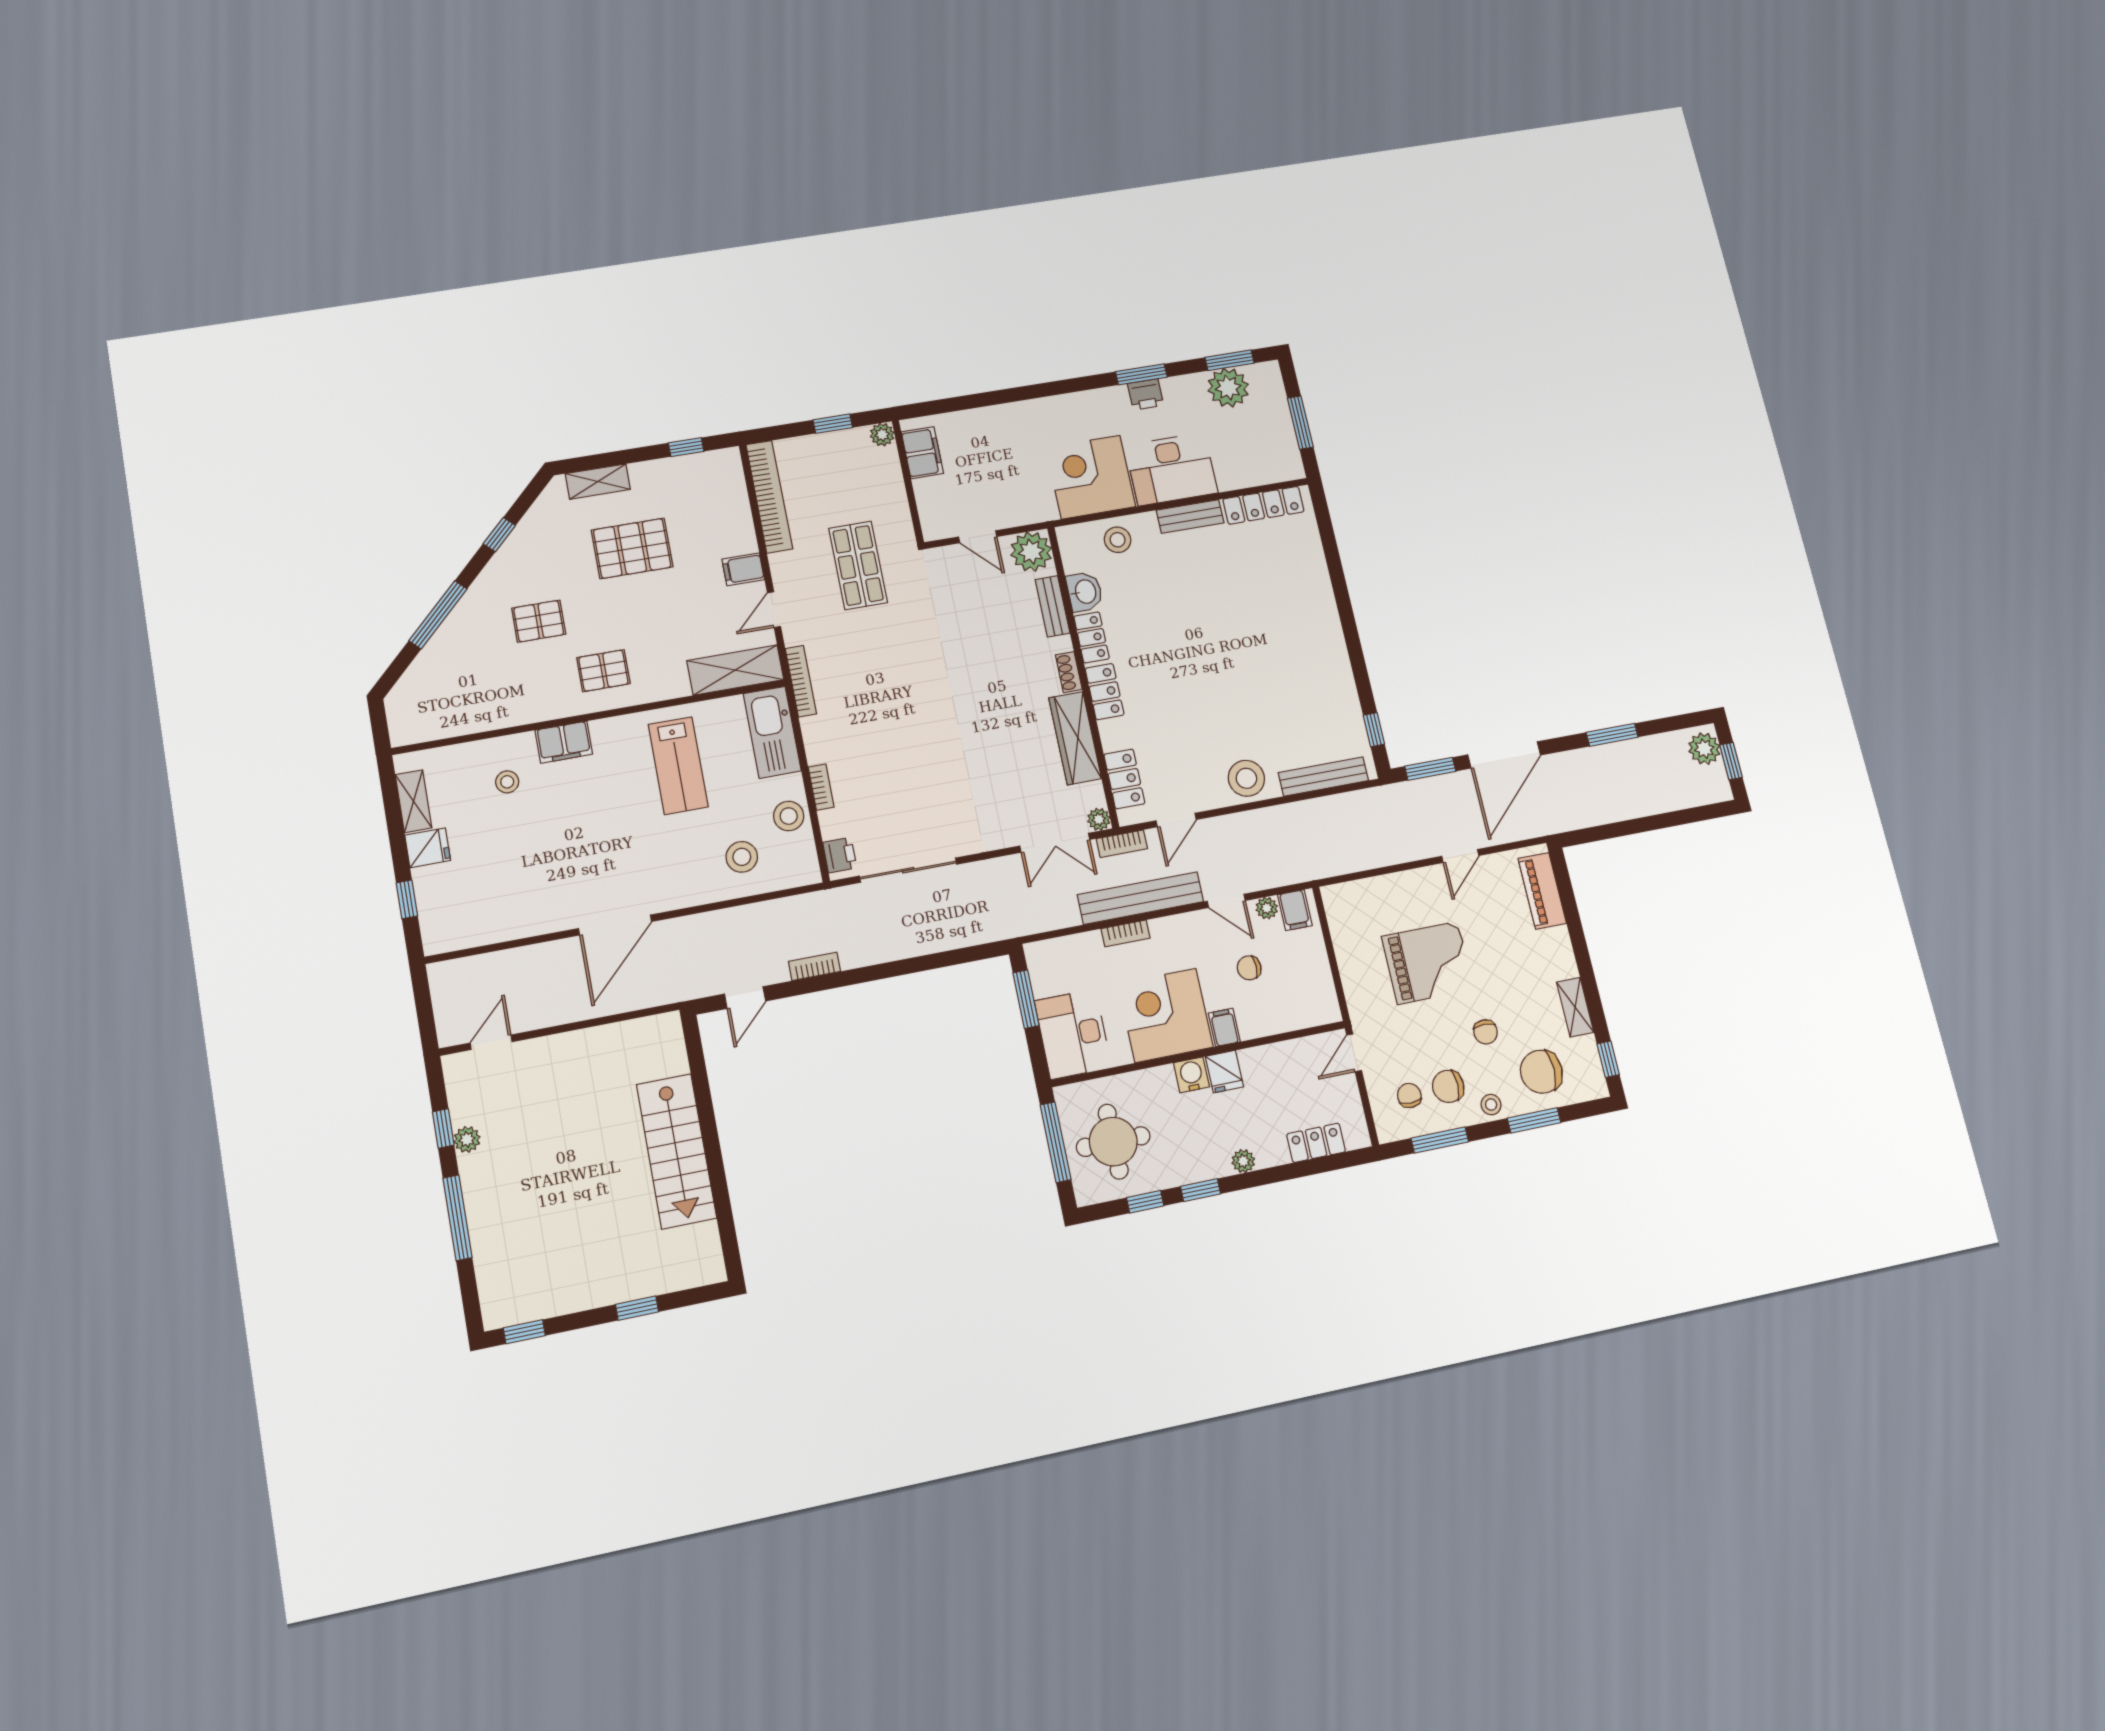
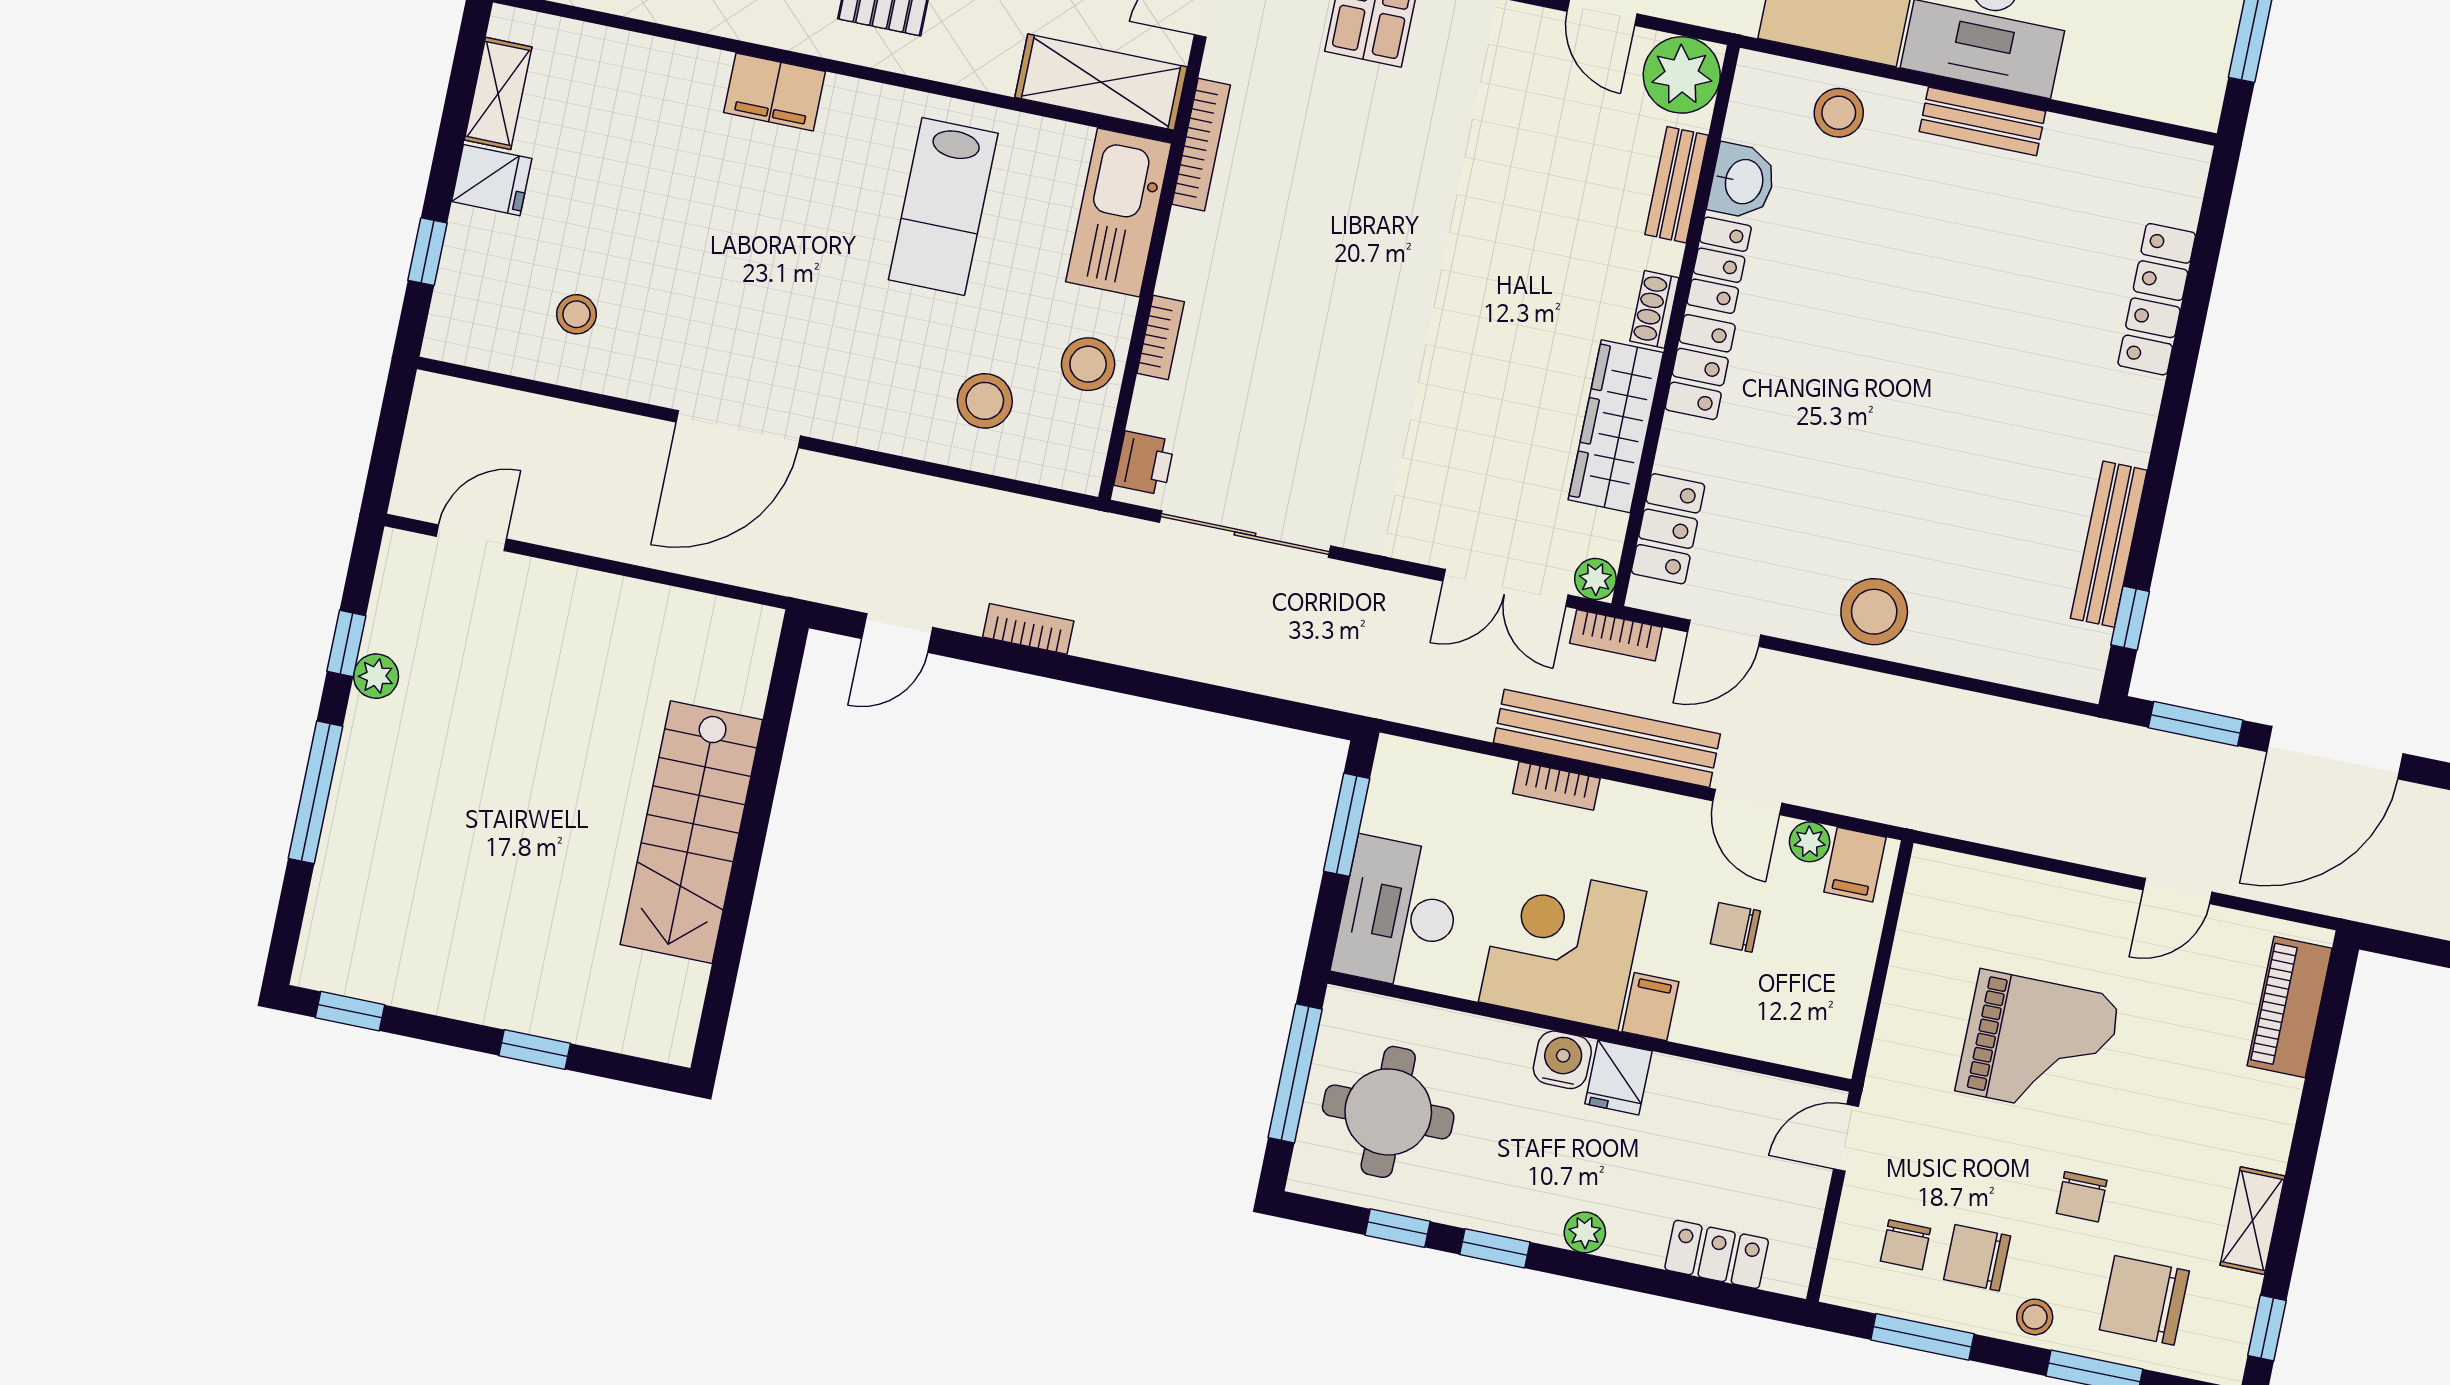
locker: (1263, 505) -> (2157, 299), moved, turned 90
bench: (1323, 777) -> (2109, 544), moved, turned 90
stool: (507, 782) -> (576, 314), moved
chair: (1409, 1095) -> (1906, 1245), turned 180

